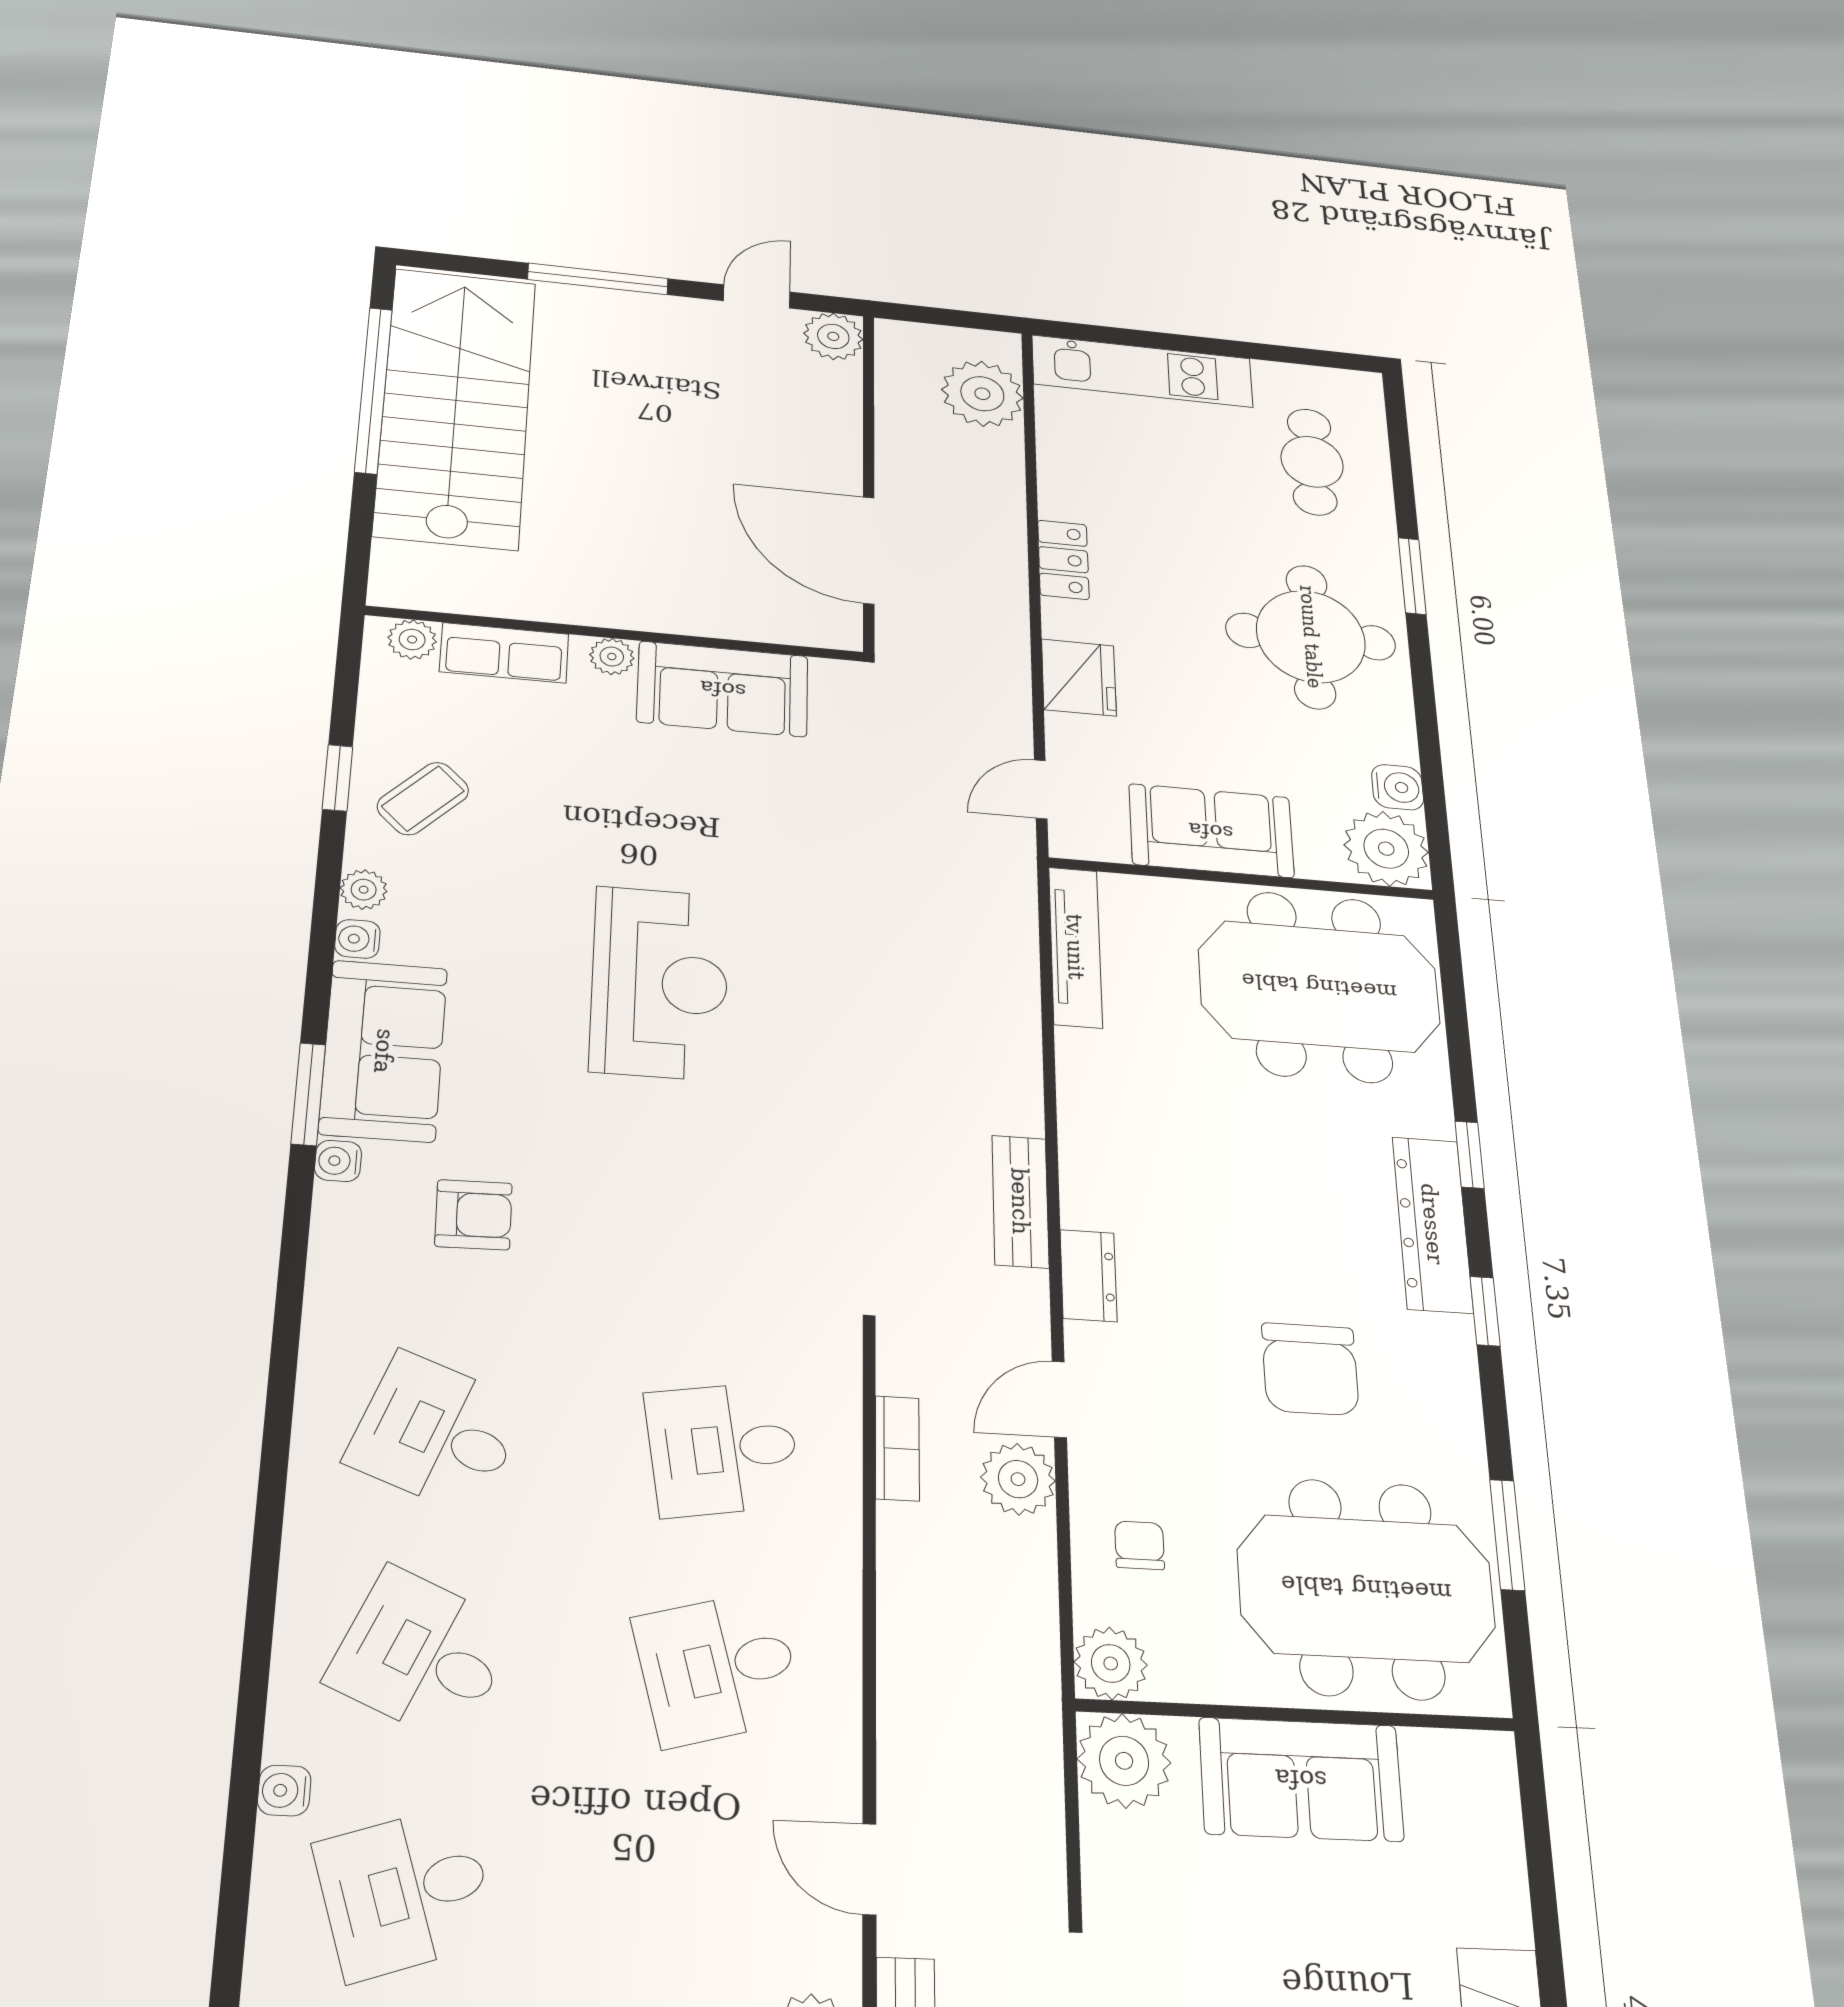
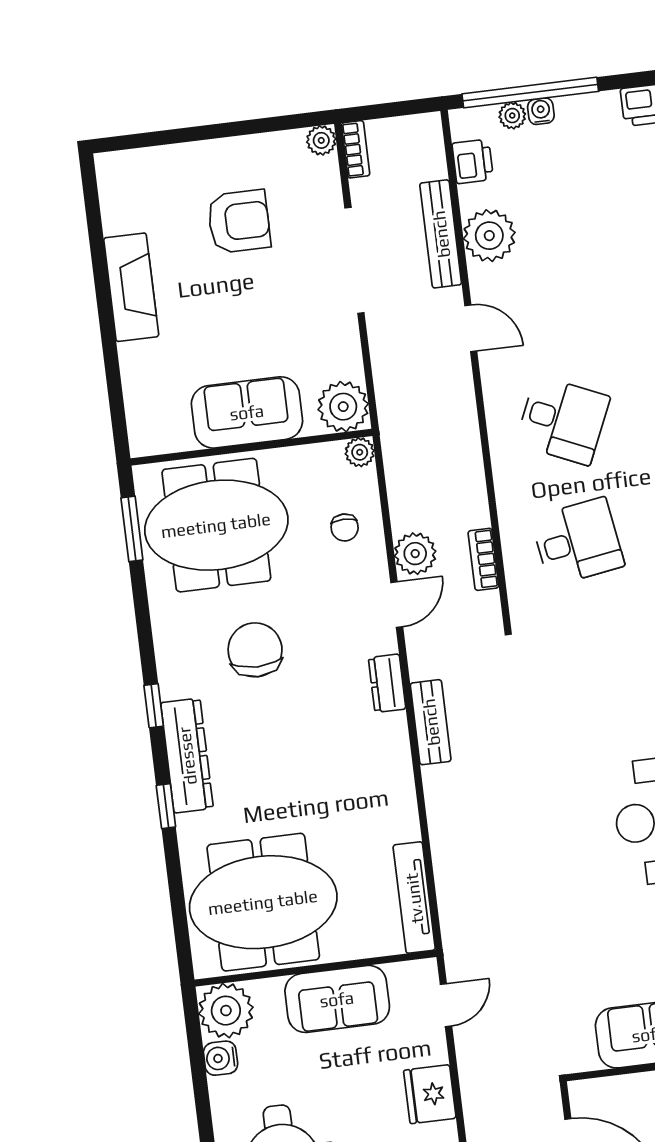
window: (1507, 1535) -> (132, 529), moved
plant: (1111, 1663) -> (360, 452), width x0.73, depth x0.73
desk: (718, 1668) -> (563, 420), turned 39

